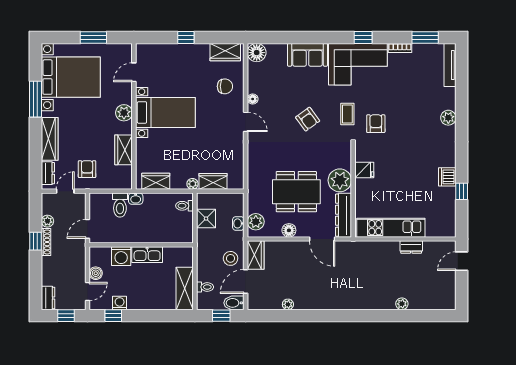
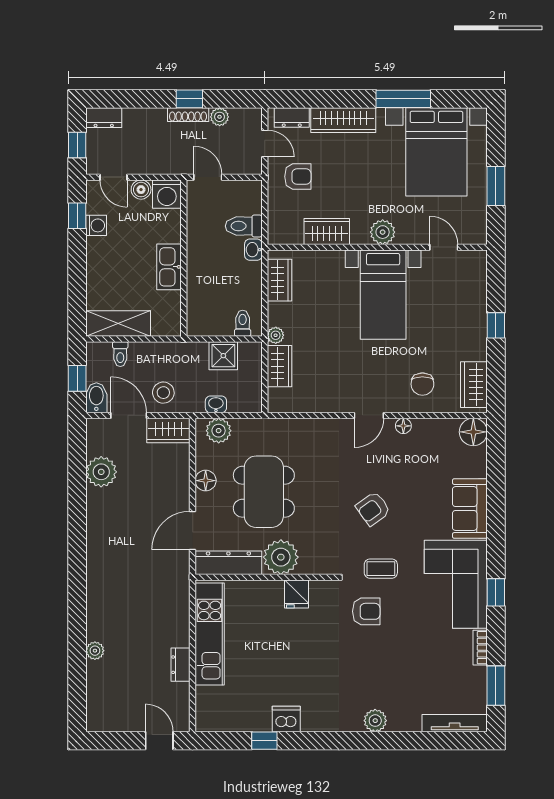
washing machine: (121, 256) -> (167, 194), moved, turned -90
plant: (288, 304) -> (101, 472), width x1.88, depth x1.88

